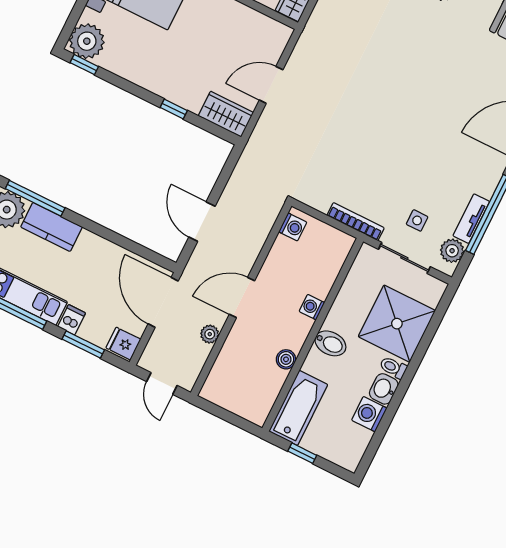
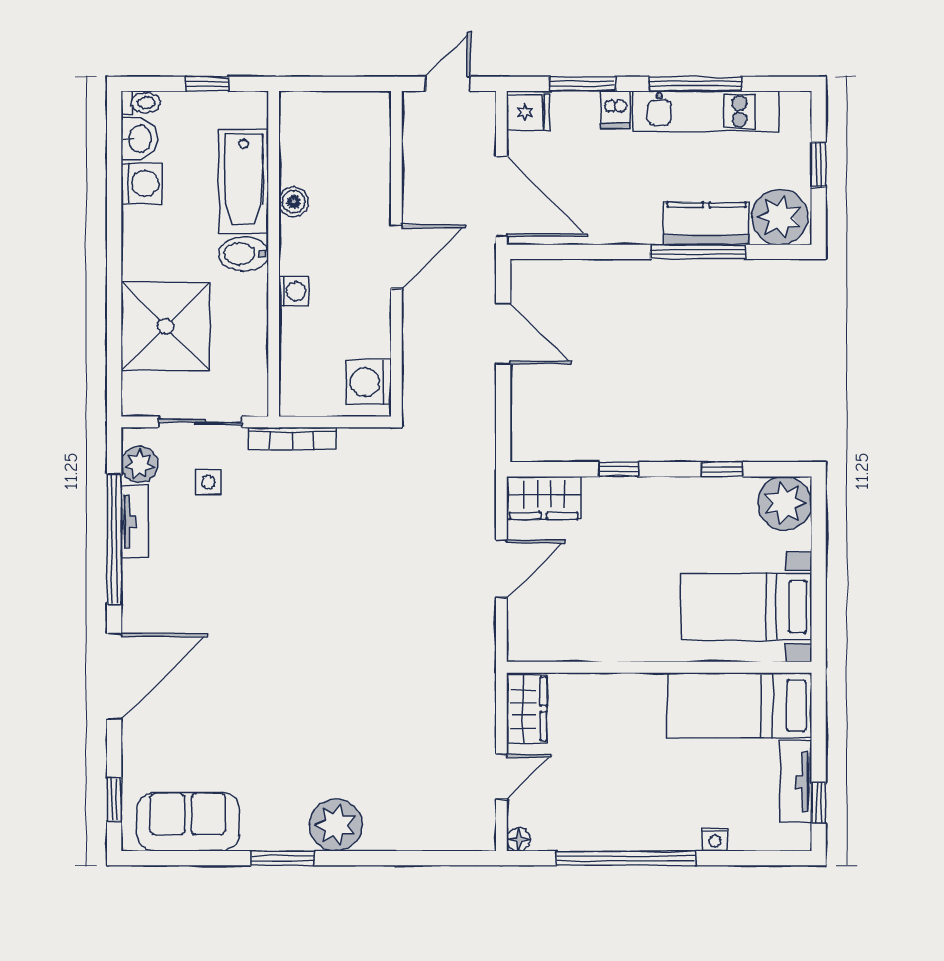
window: (84, 65) -> (722, 469), moved
window: (35, 198) -> (698, 252), moved
washing machine: (293, 227) -> (369, 382), width x1.38, depth x1.38
plant: (210, 334) -> (416, 184), removed
toilet: (393, 367) -> (141, 103), moved
door: (162, 384) -> (448, 84), hinge flipped
washbasin: (384, 389) -> (139, 139), moved
bathtub: (298, 408) -> (244, 181), moved

